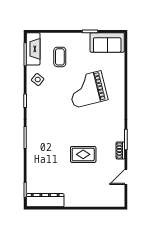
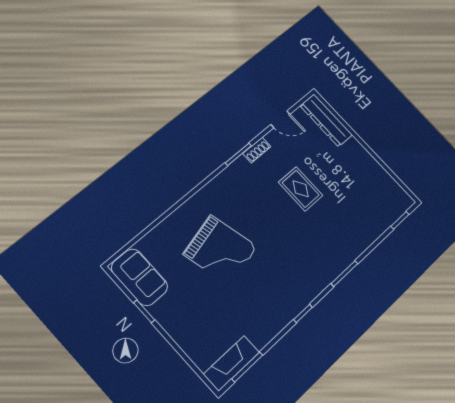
coffee table: (60, 57) -> (211, 320), removed
side table: (38, 80) -> (264, 322), removed
dresser: (45, 200) -> (326, 120), moved

